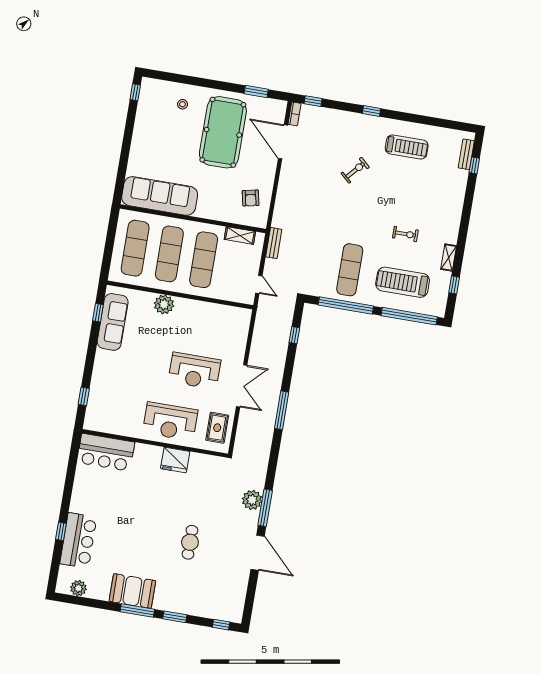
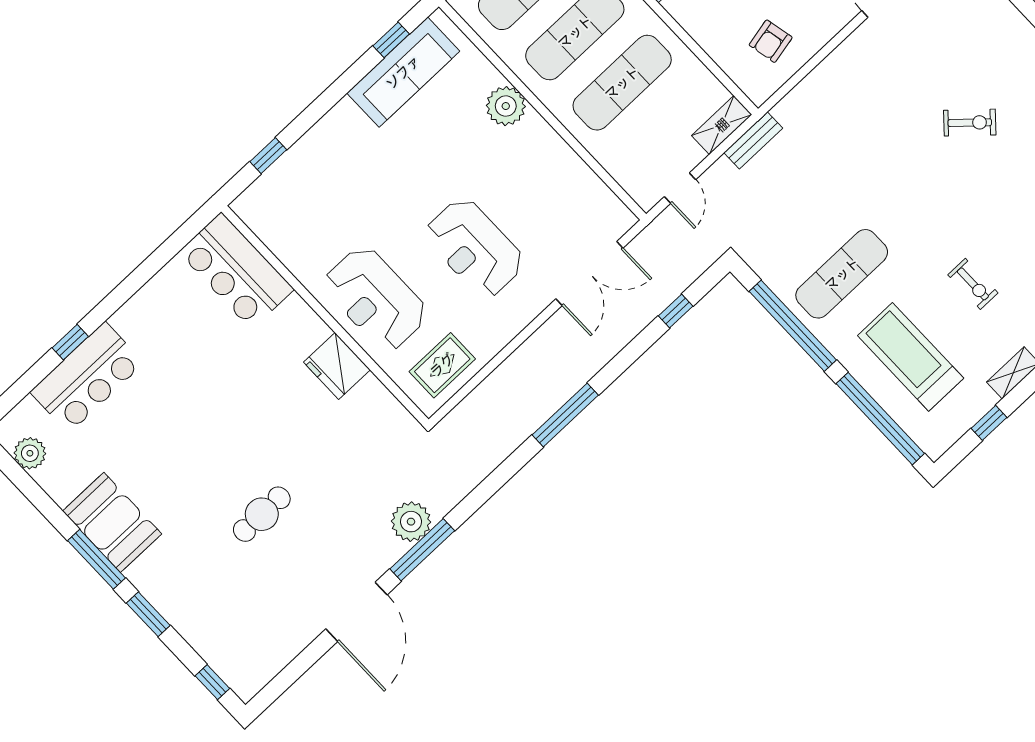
shelving: (240, 235) -> (722, 125), moved, turned 90
double door: (242, 386) -> (589, 273), moved

